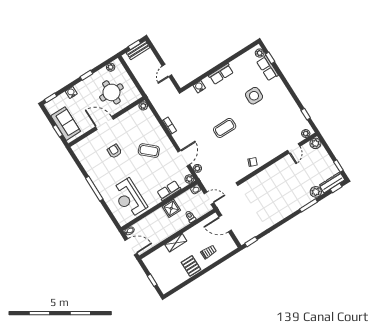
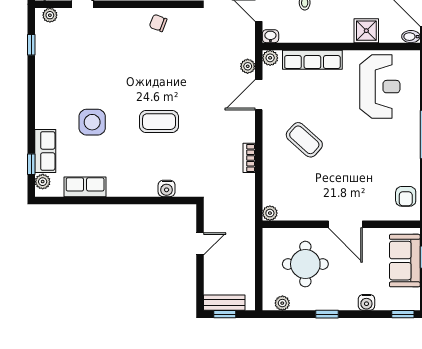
row of seats: (221, 74) -> (85, 187), moved
coffee table: (225, 128) -> (159, 122), moved
armchair: (114, 151) -> (406, 196), moved
row of seats: (169, 191) -> (312, 60), width x1.48
shower: (171, 208) -> (366, 31), moved

